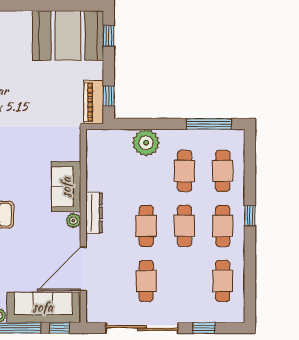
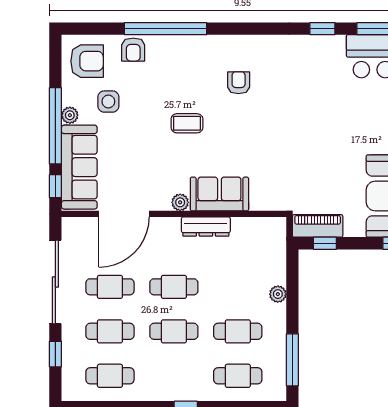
plant: (146, 143) -> (278, 294), width x0.53, depth x0.53
dresser: (94, 213) -> (206, 226), moved
cafe table: (223, 226) -> (110, 331), moved
door: (83, 269) -> (124, 214), swing flipped

